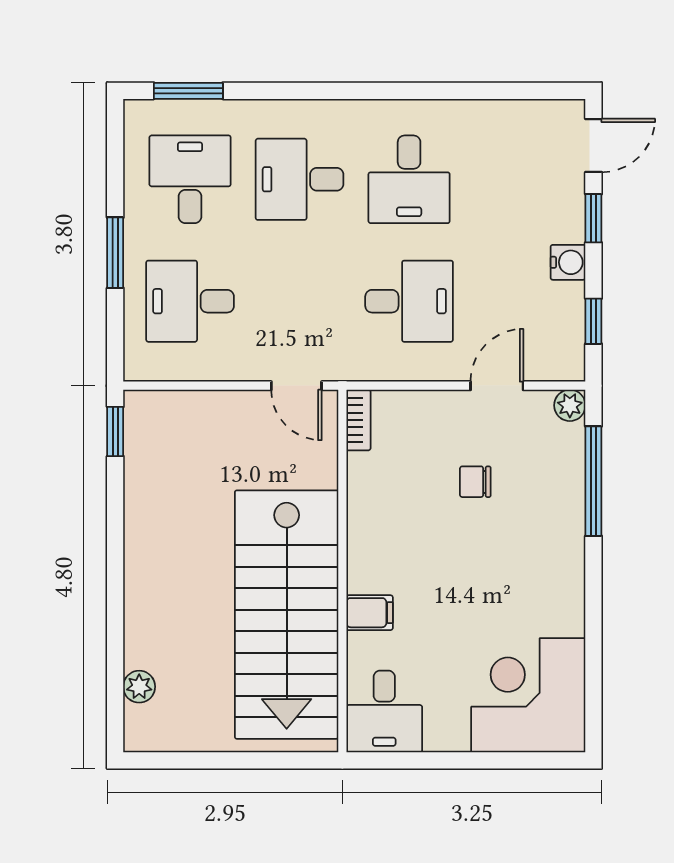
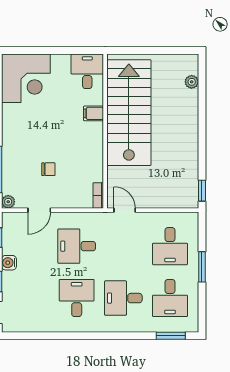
desk: (300, 179) -> (123, 298), turned 180
desk: (190, 301) -> (170, 246), turned 90

